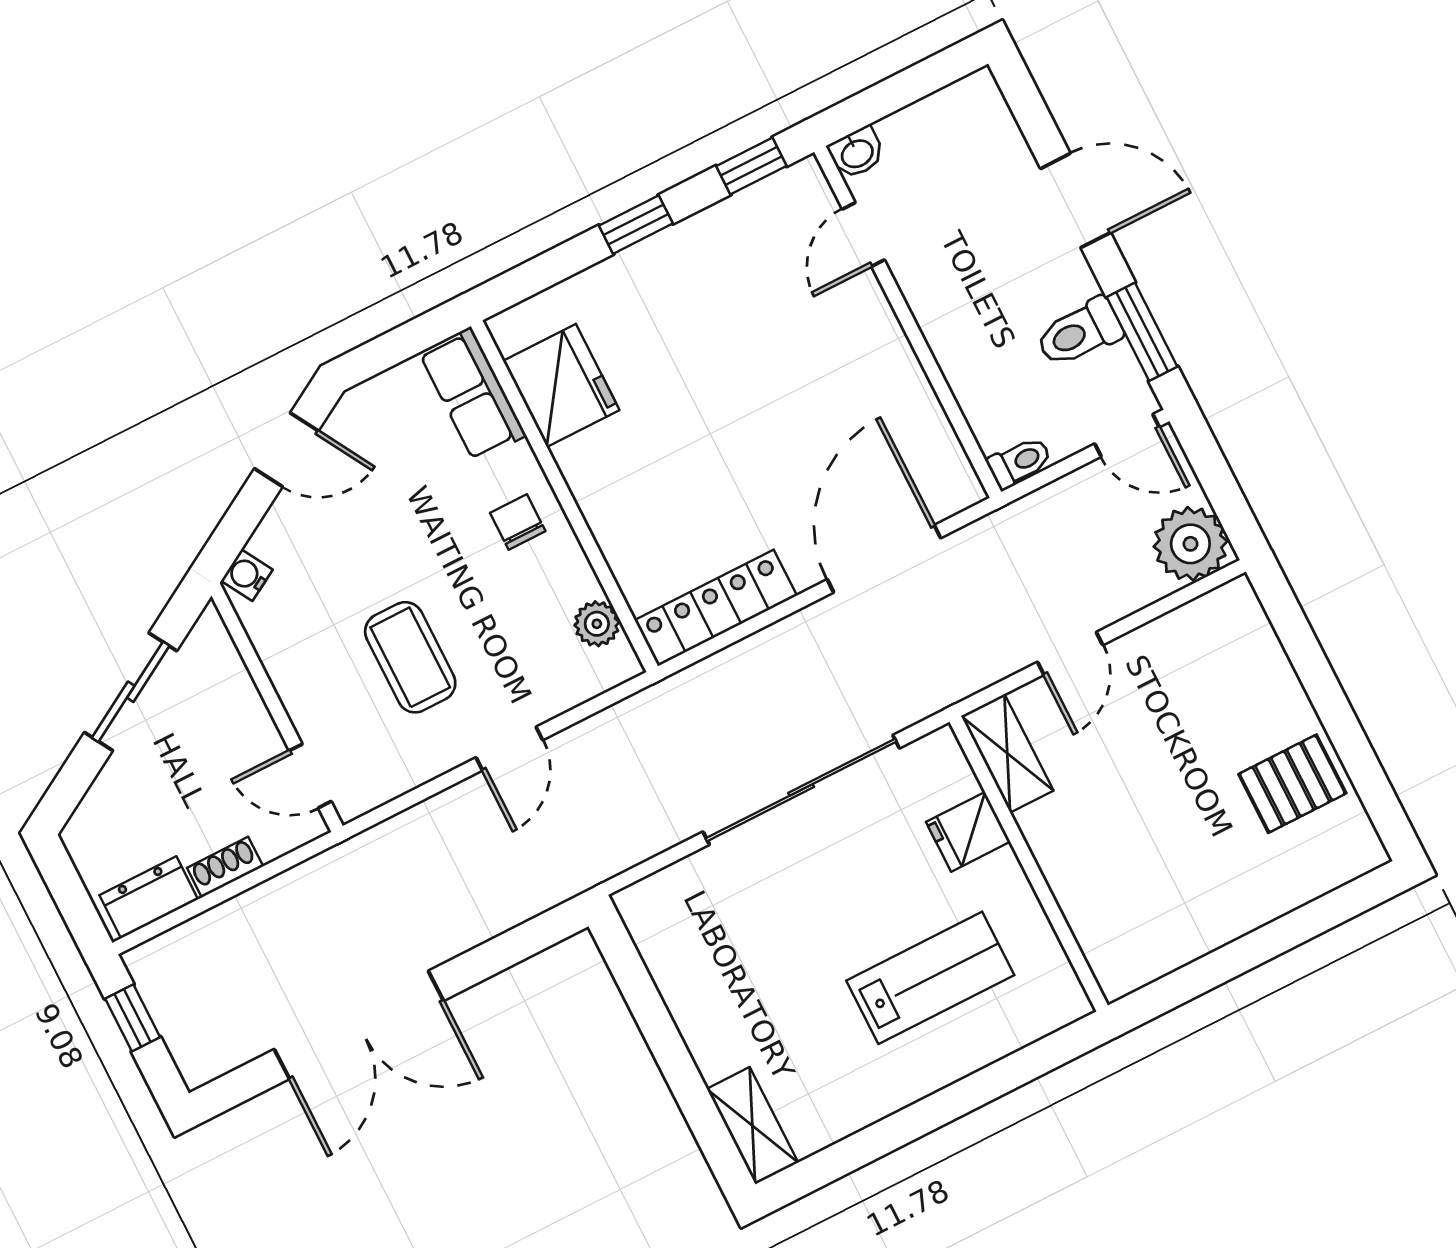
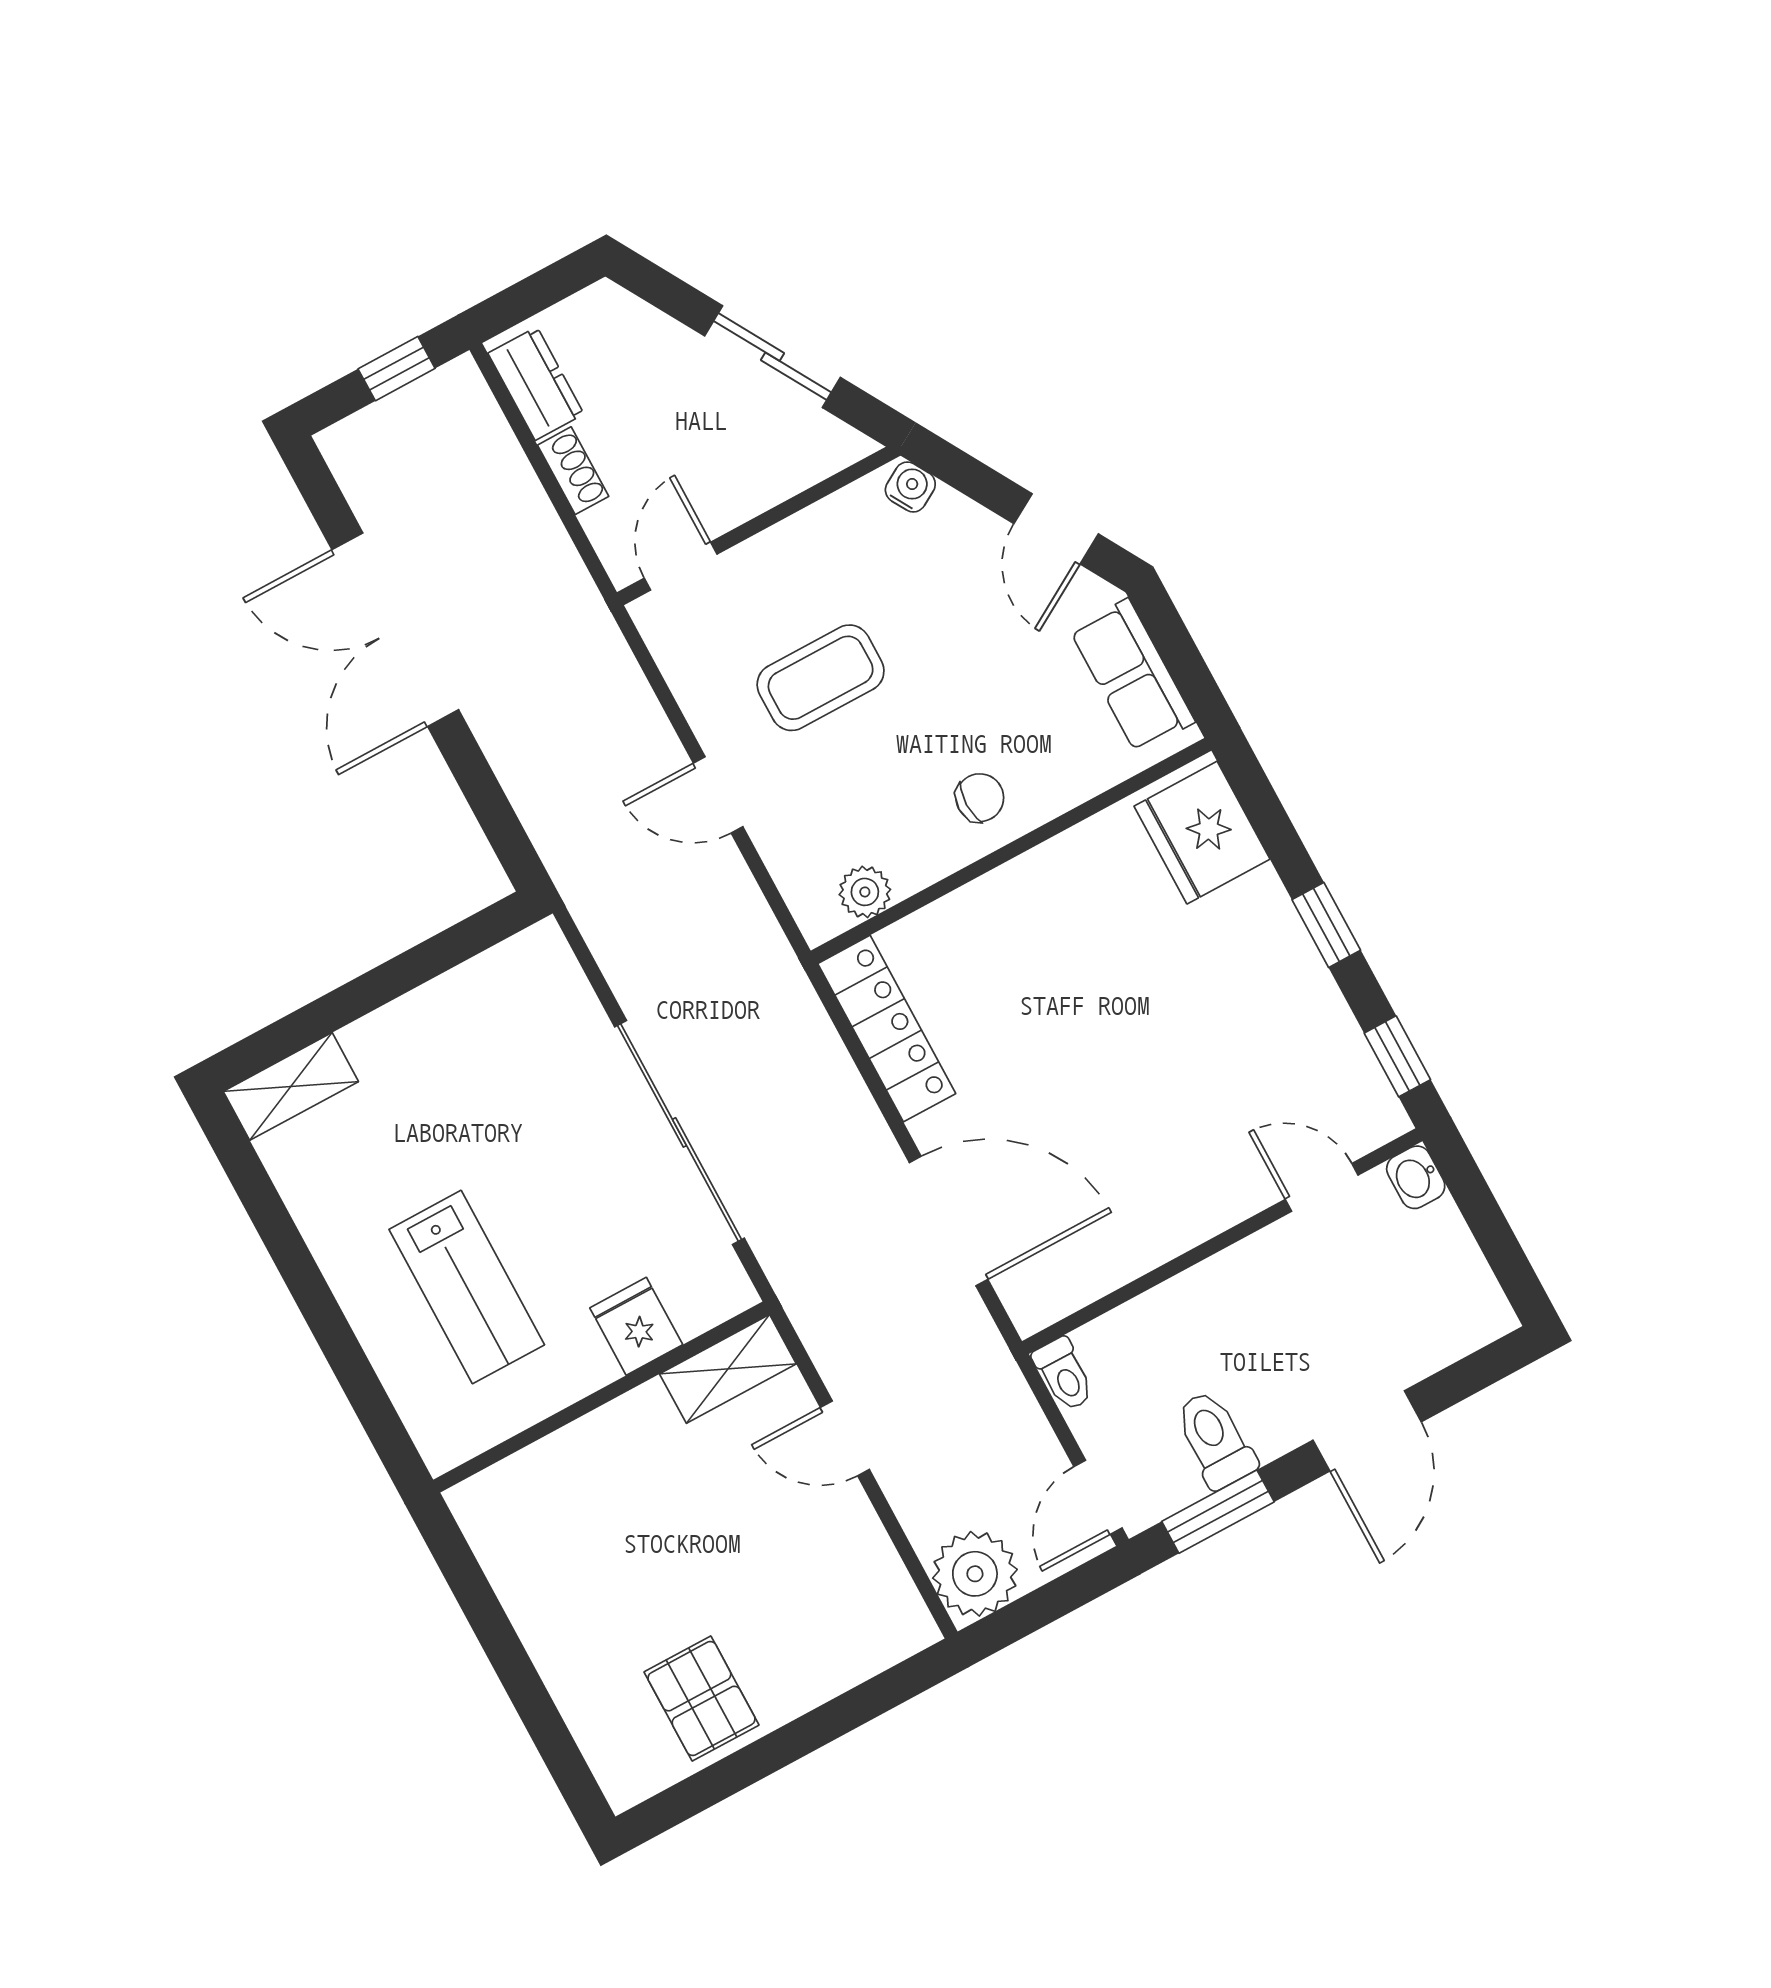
fridge: (561, 385) -> (1202, 833), moved, turned 90
row of seats: (473, 394) -> (1132, 676), moved, turned -90

